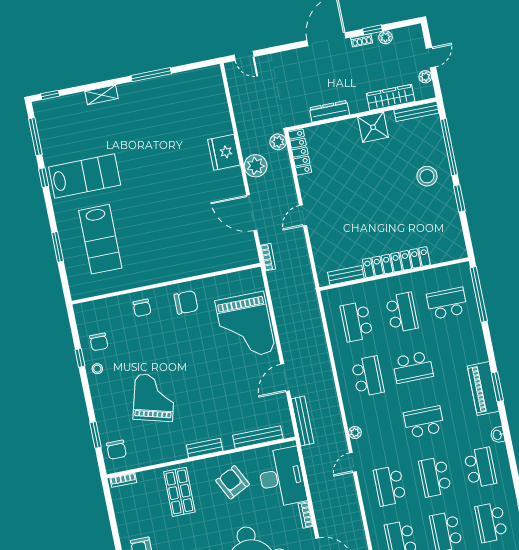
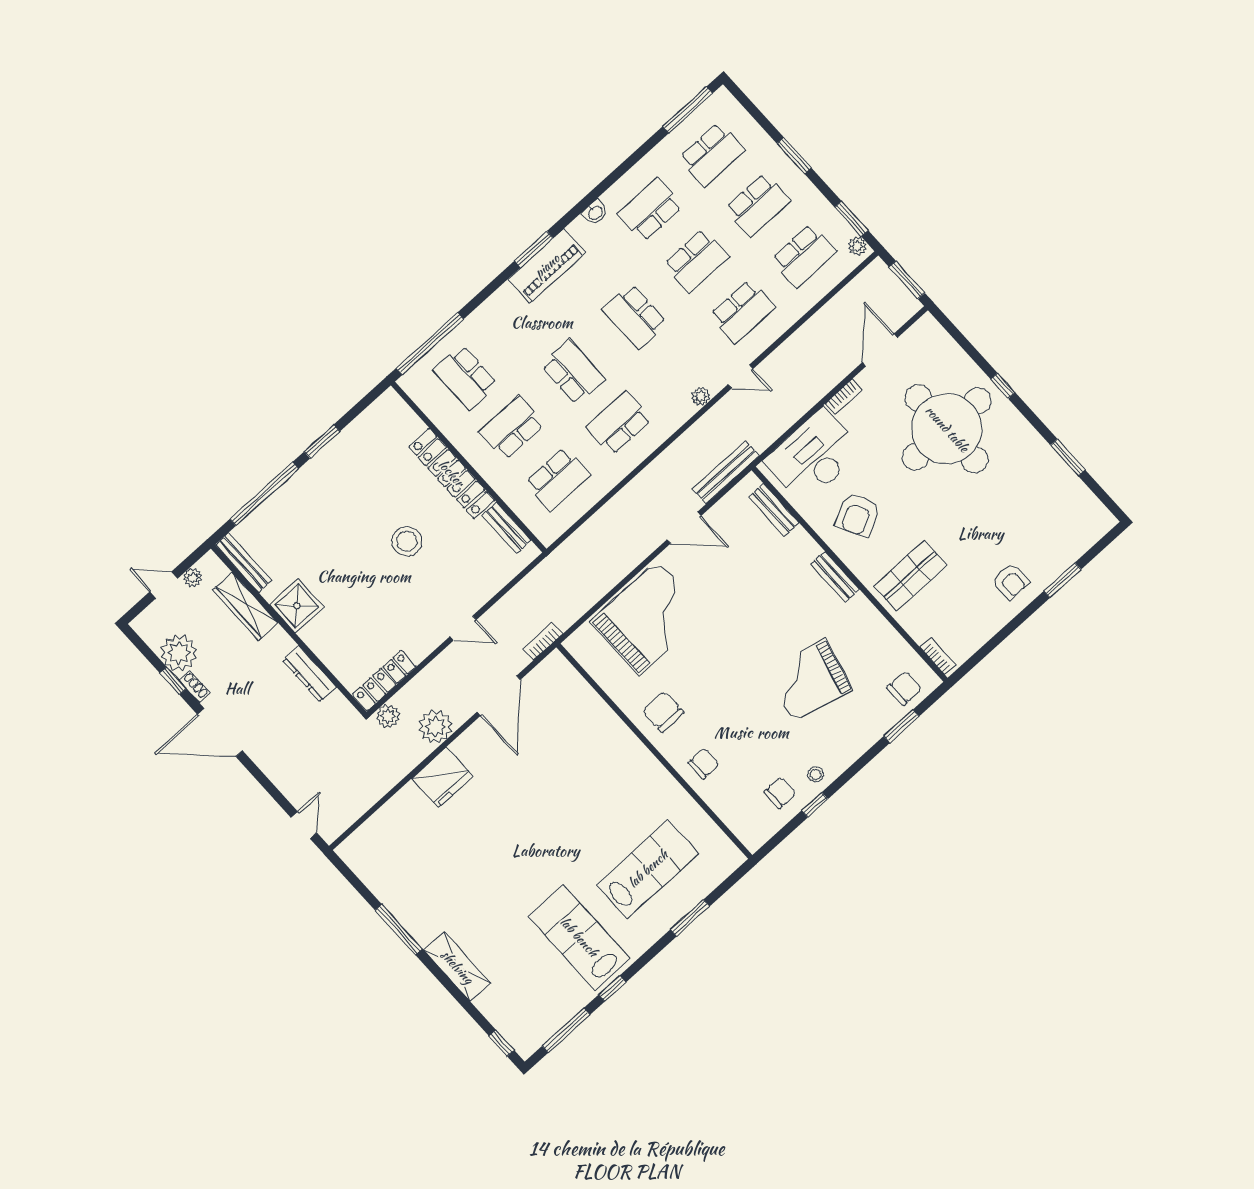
plant: (385, 37) -> (179, 653), width x1.88, depth x1.88
shelving: (102, 95) -> (457, 967), width x1.50, depth x1.33
stool: (427, 176) -> (407, 541), moved
bench: (258, 437) -> (774, 510), width x0.73

